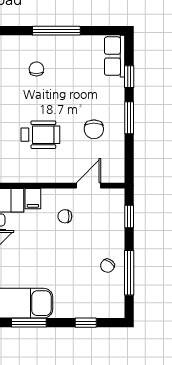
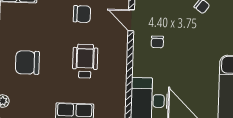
chair: (36, 69) -> (27, 63), width x1.87, depth x1.87
filing cabinet: (33, 199) -> (141, 69), removed

